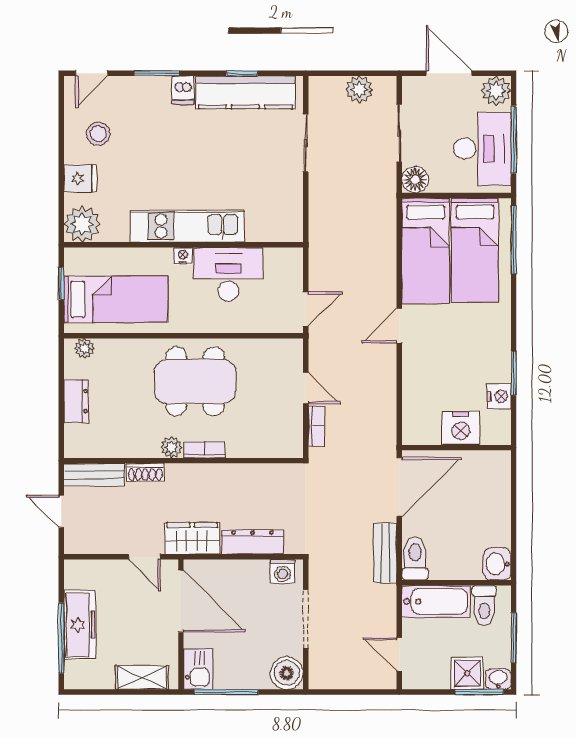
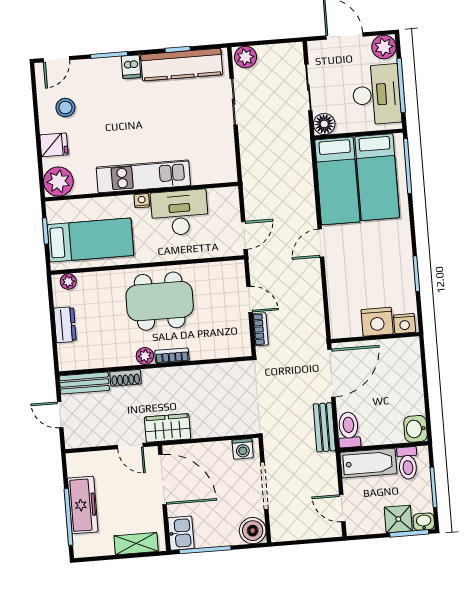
plant: (359, 89) -> (245, 57), moved
nightstand: (499, 396) -> (405, 324), moved, turned 90
dresser: (252, 542) -> (217, 427), removed

